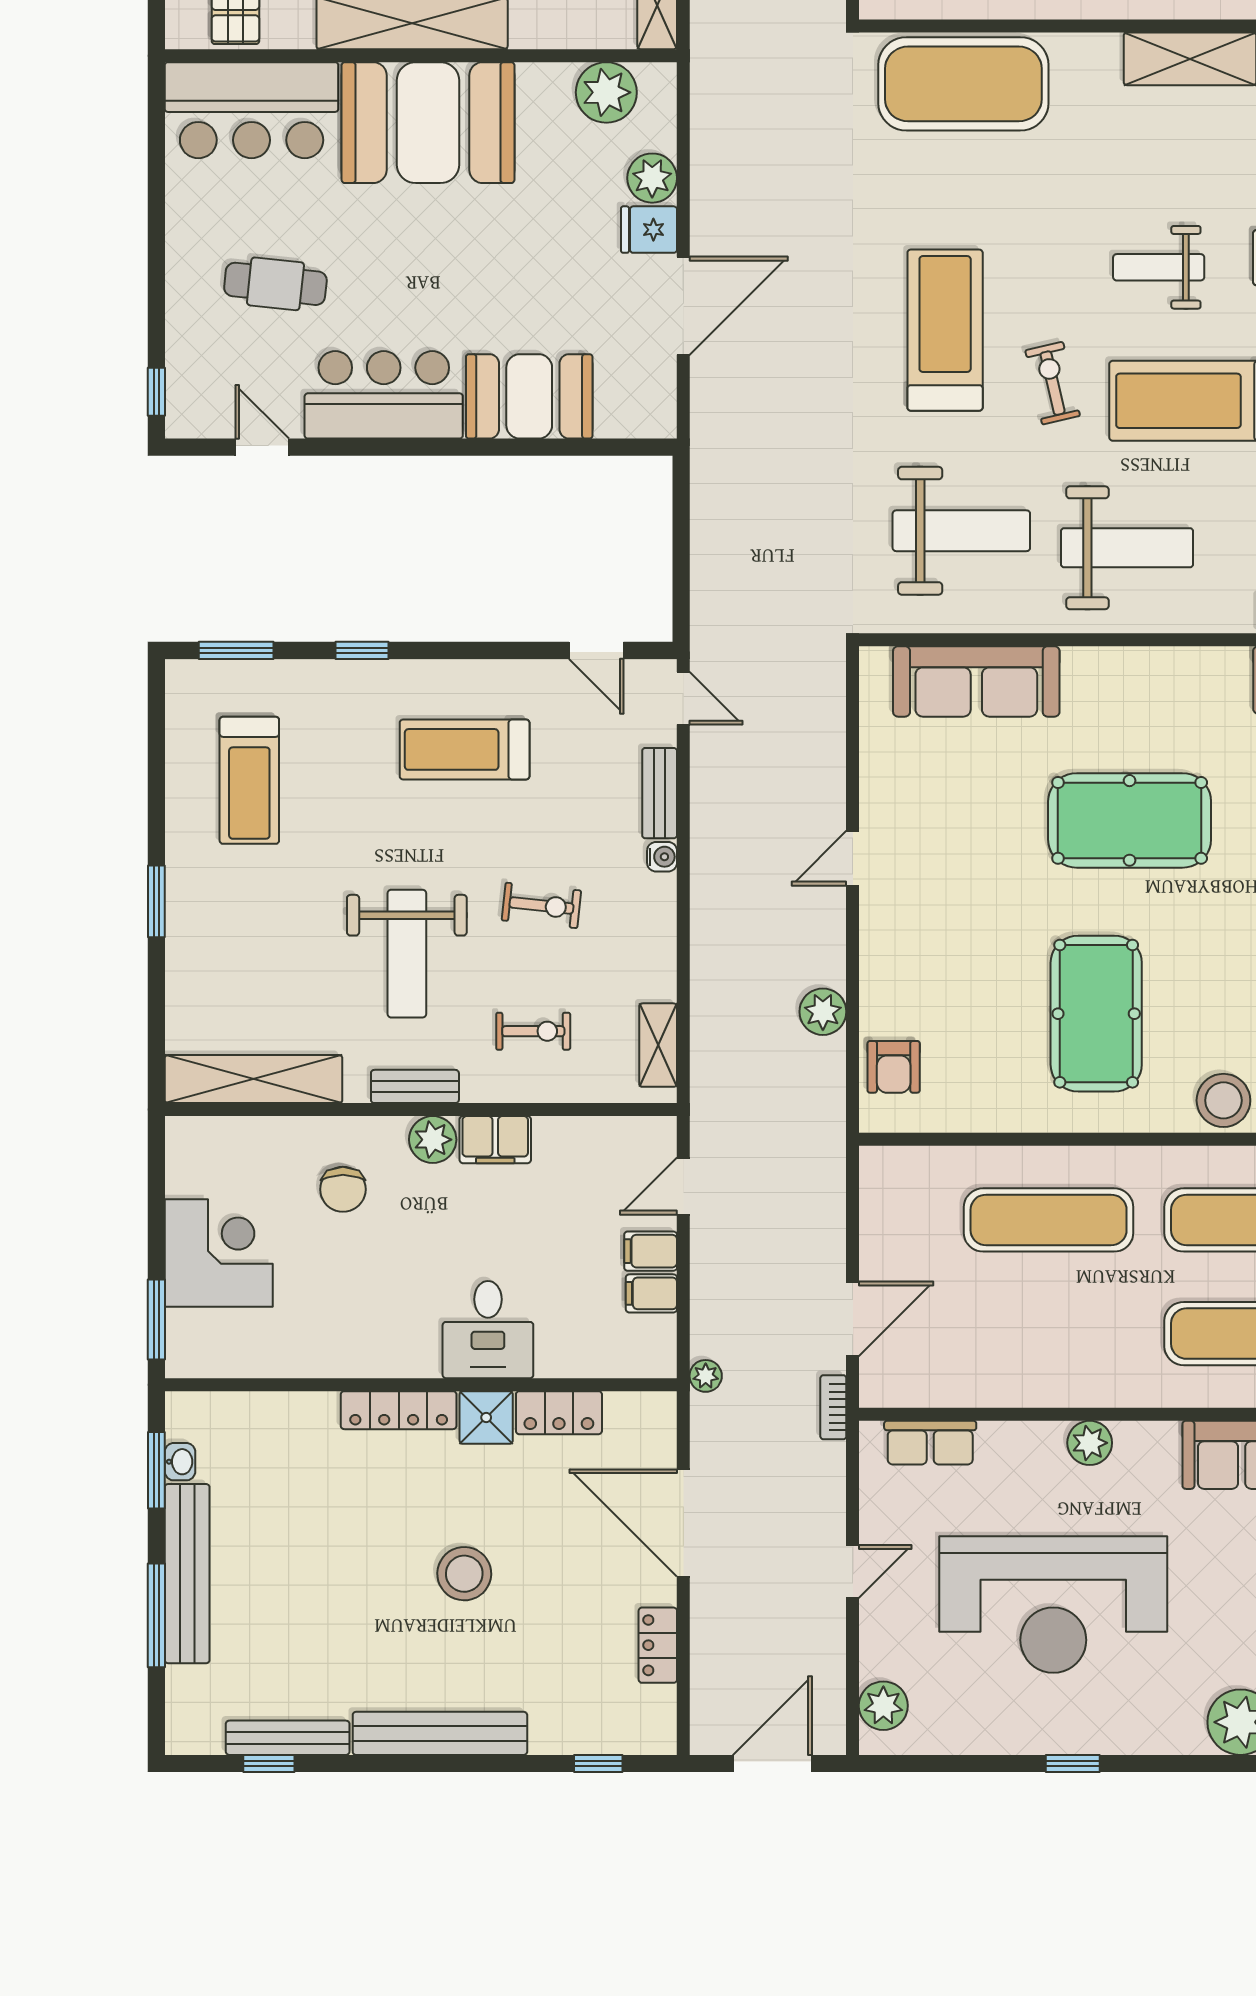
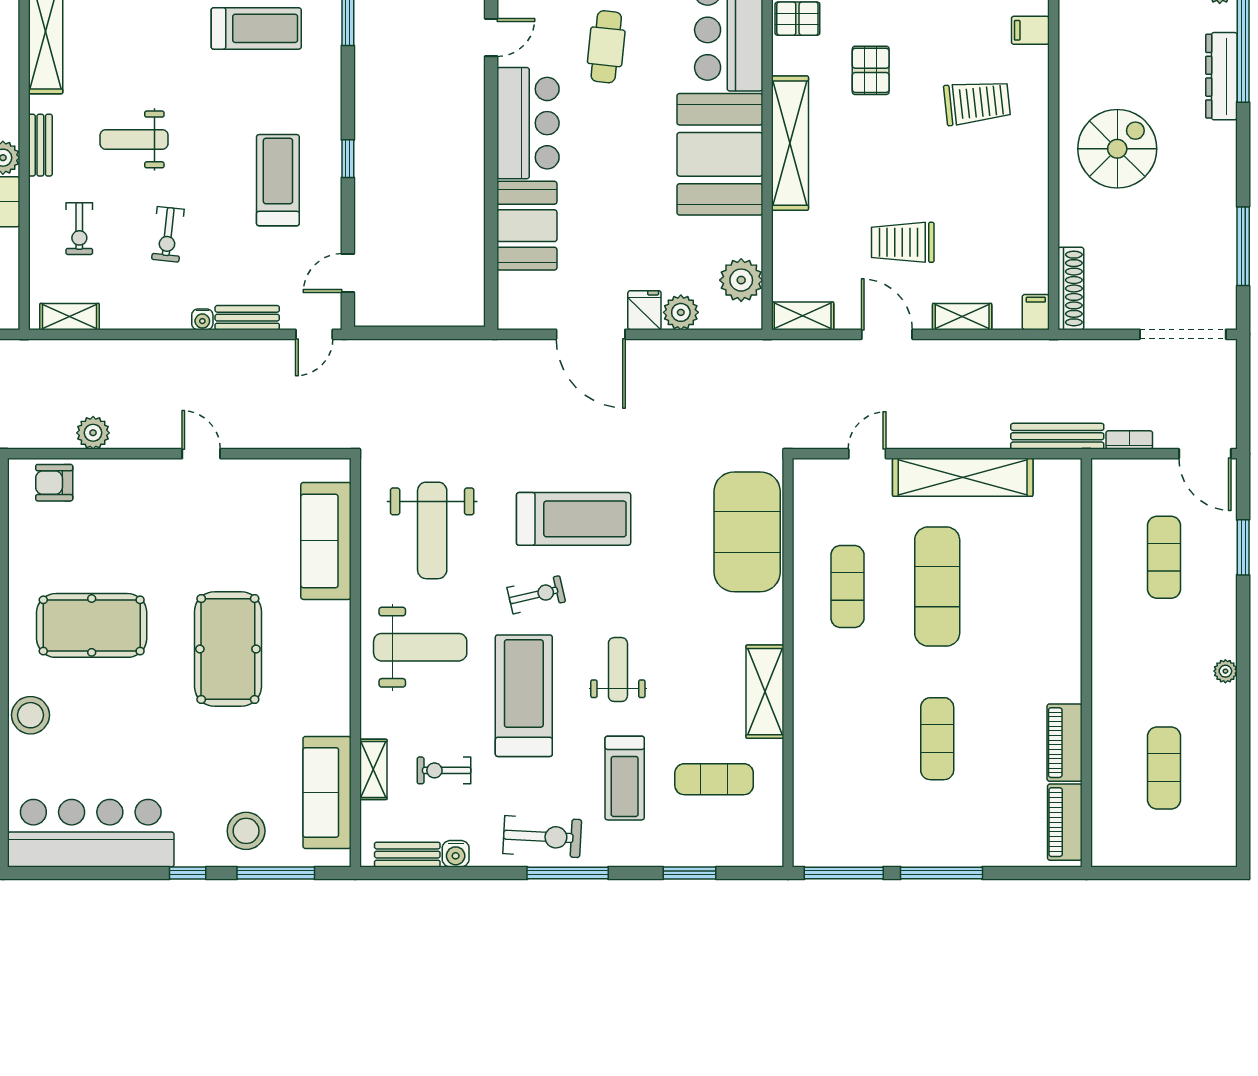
weight bench: (1127, 548) -> (420, 647), turned -90
window: (362, 650) -> (348, 159), moved
treadmill: (249, 780) -> (256, 28), turned 180
weight bench: (407, 954) -> (134, 139), width x0.73, depth x0.75

